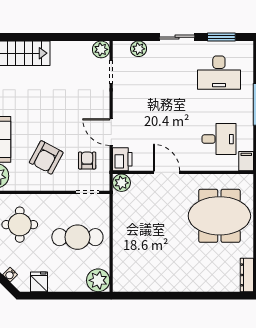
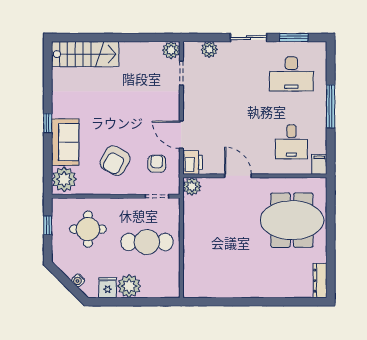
desk: (219, 139) -> (291, 142), turned 90
plant: (98, 280) -> (129, 286), moved

